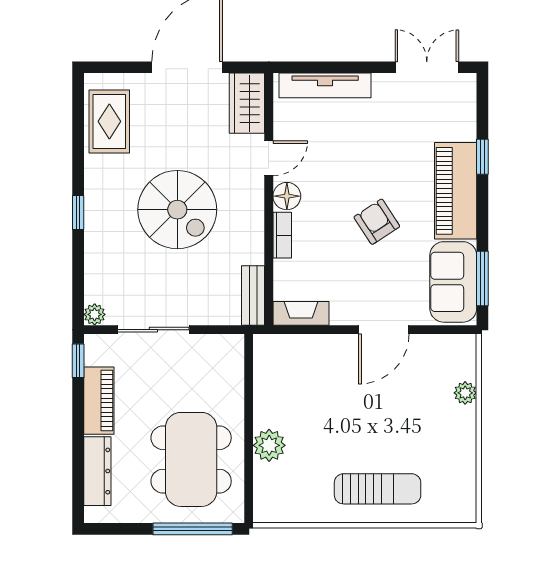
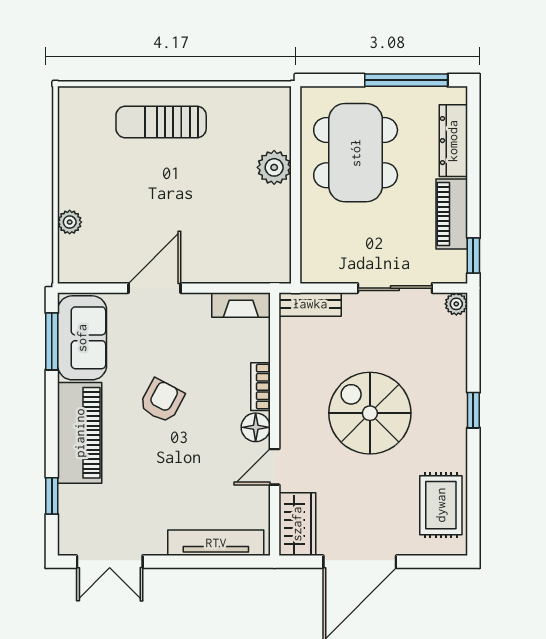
window: (482, 157) -> (52, 496), moved
armchair: (377, 222) -> (162, 401), turned -119
bench: (253, 296) -> (310, 304), moved, turned 90
window: (193, 529) -> (406, 80), moved

